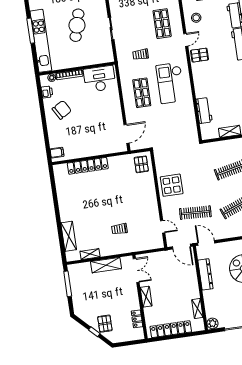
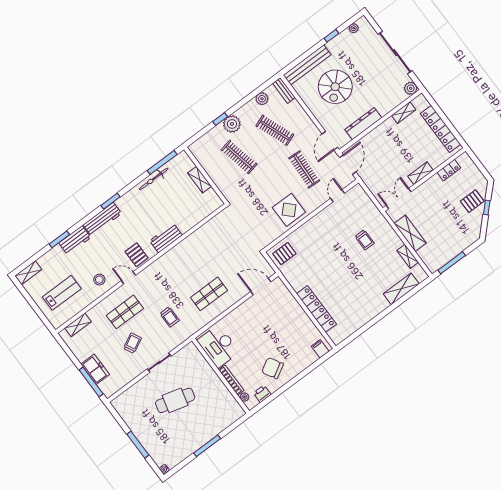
trolley: (136, 17) -> (133, 343), added
kitchen unit: (41, 41) -> (212, 429), removed
checkout: (171, 83) -> (182, 269), removed
workbench: (204, 111) -> (166, 238), moved

